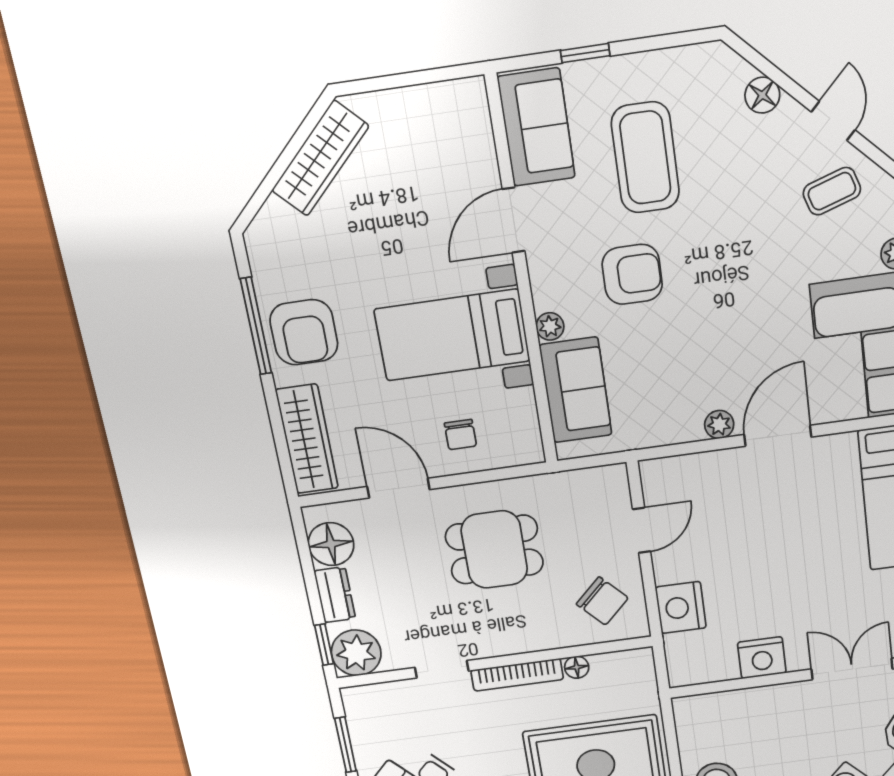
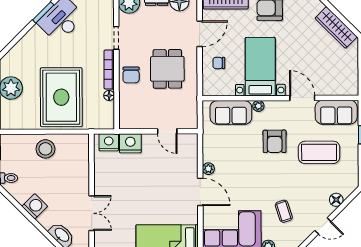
coffee table: (832, 191) -> (284, 211), moved
chair: (602, 601) -> (131, 75), moved, turned -46
nightstand: (762, 658) -> (109, 142), moved, turned 90

